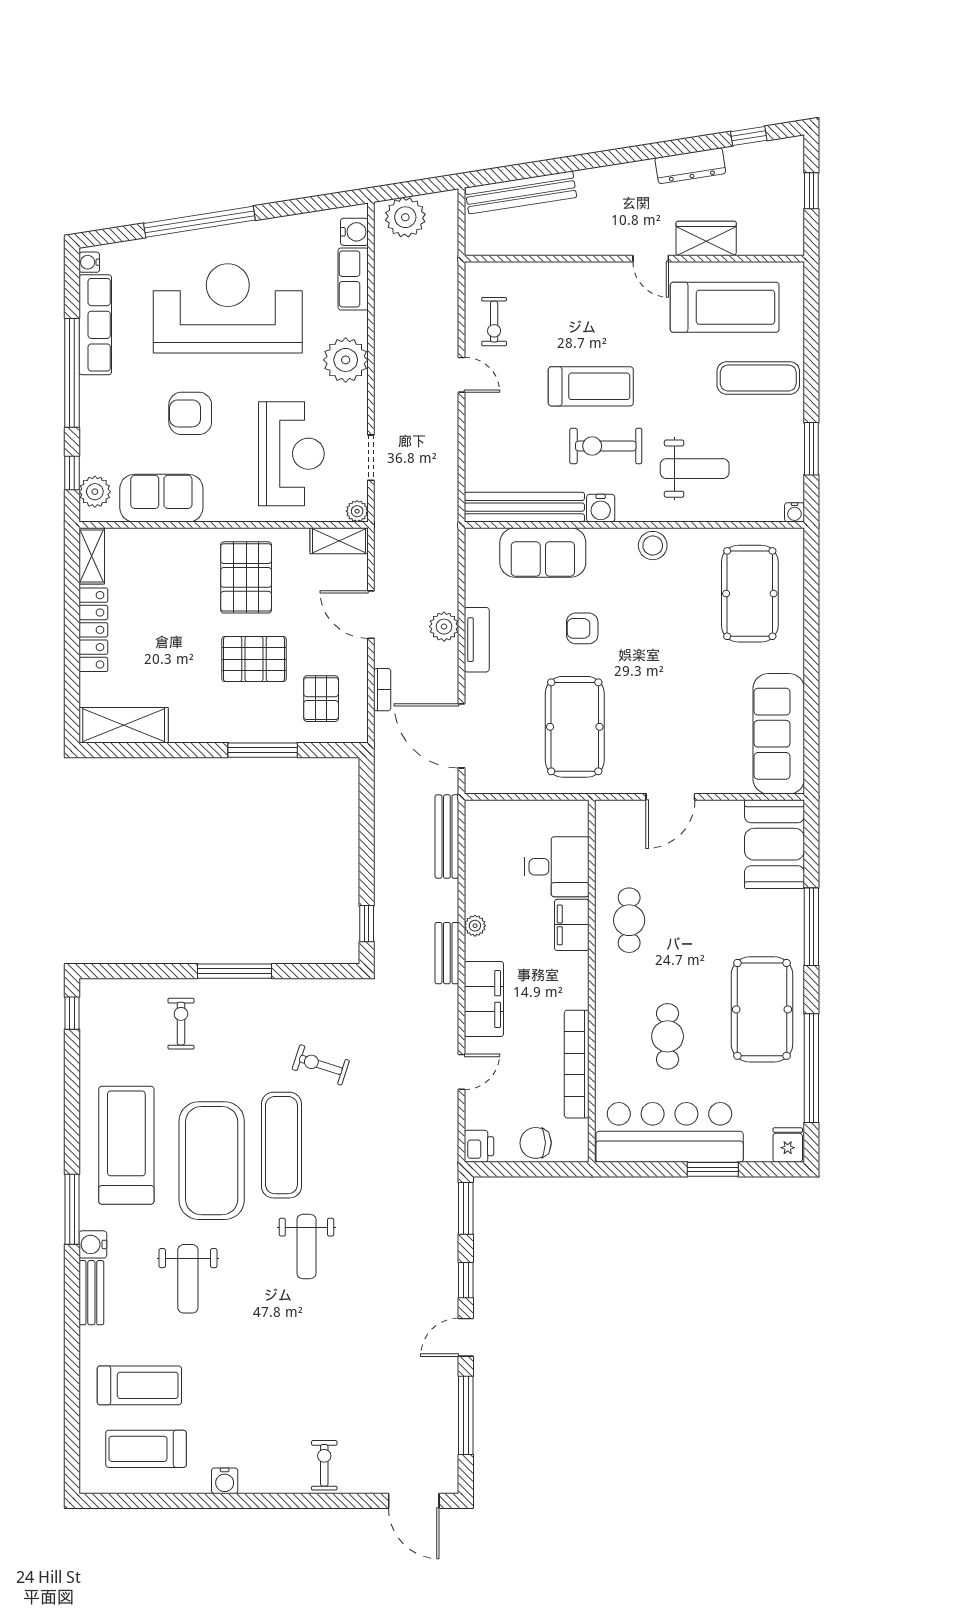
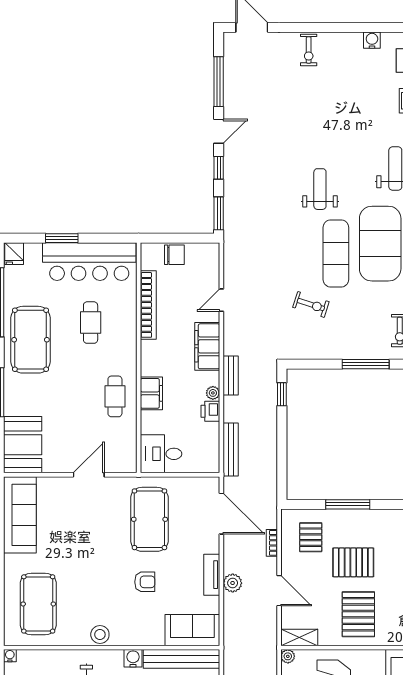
sofa: (543, 553) -> (192, 630), moved
desk: (557, 867) -> (161, 454), moved
printer: (479, 1146) -> (210, 411), moved

